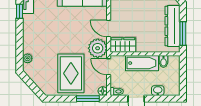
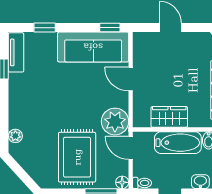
door: (109, 28) -> (131, 79), moved
wardrobe: (123, 45) -> (169, 117), moved

